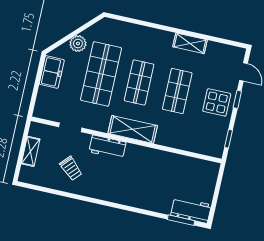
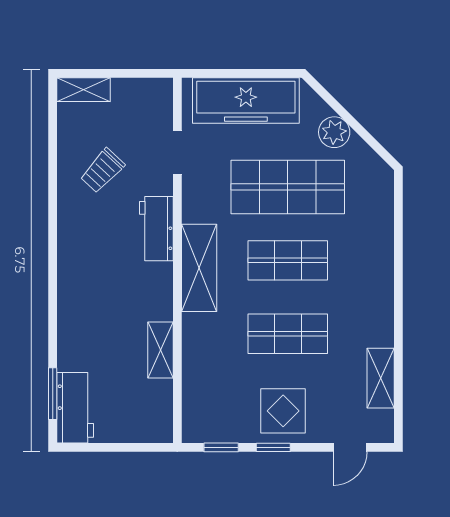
shelving: (190, 43) -> (381, 378), moved
freezer: (52, 72) -> (246, 100), width x1.91, depth x1.26
window: (237, 99) -> (273, 447), moved
shelving: (31, 151) -> (83, 90), moved
shelving: (171, 159) -> (160, 350), added

